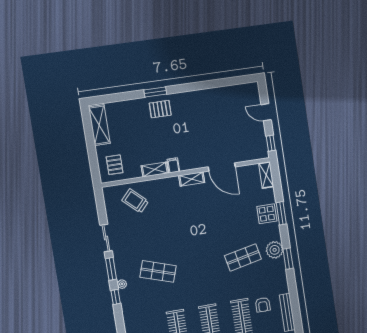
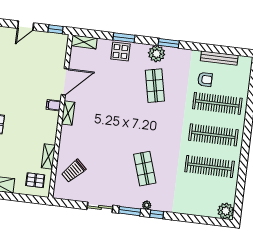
filing cabinet: (173, 165) -> (53, 105), moved
shelving: (155, 170) -> (48, 156), moved
shop shelf: (158, 271) -> (145, 169), turned -36

